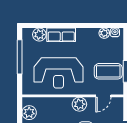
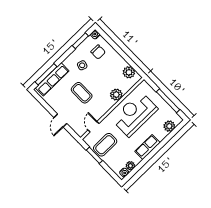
row of seats: (61, 35) -> (148, 147), moved
plant: (79, 104) -> (116, 95), moved

